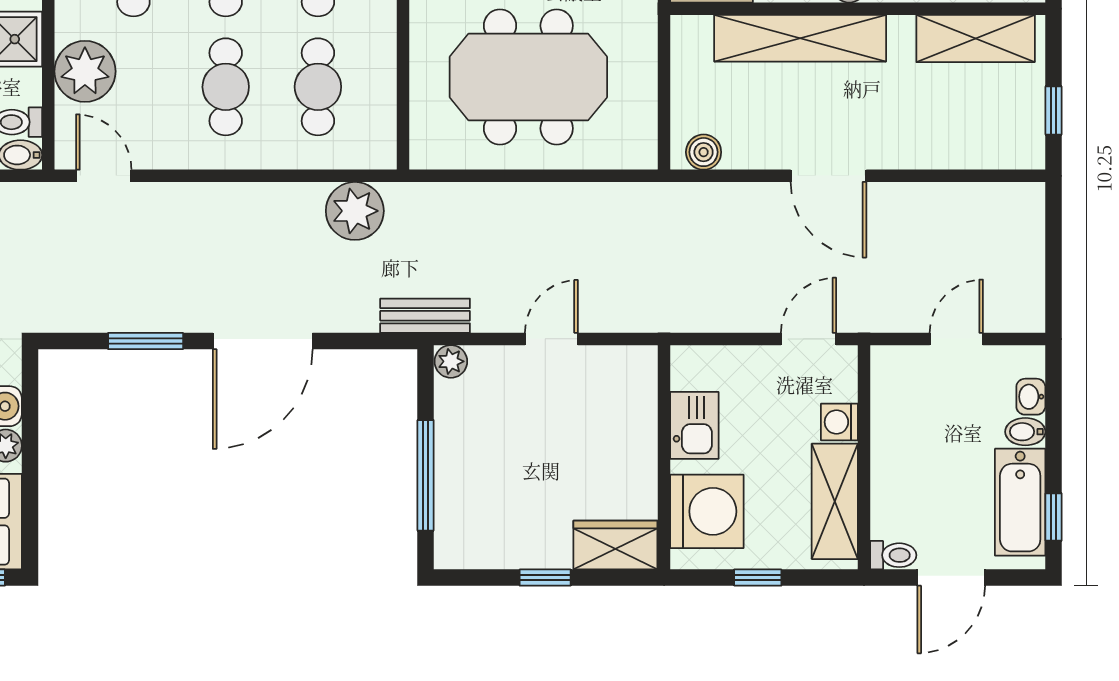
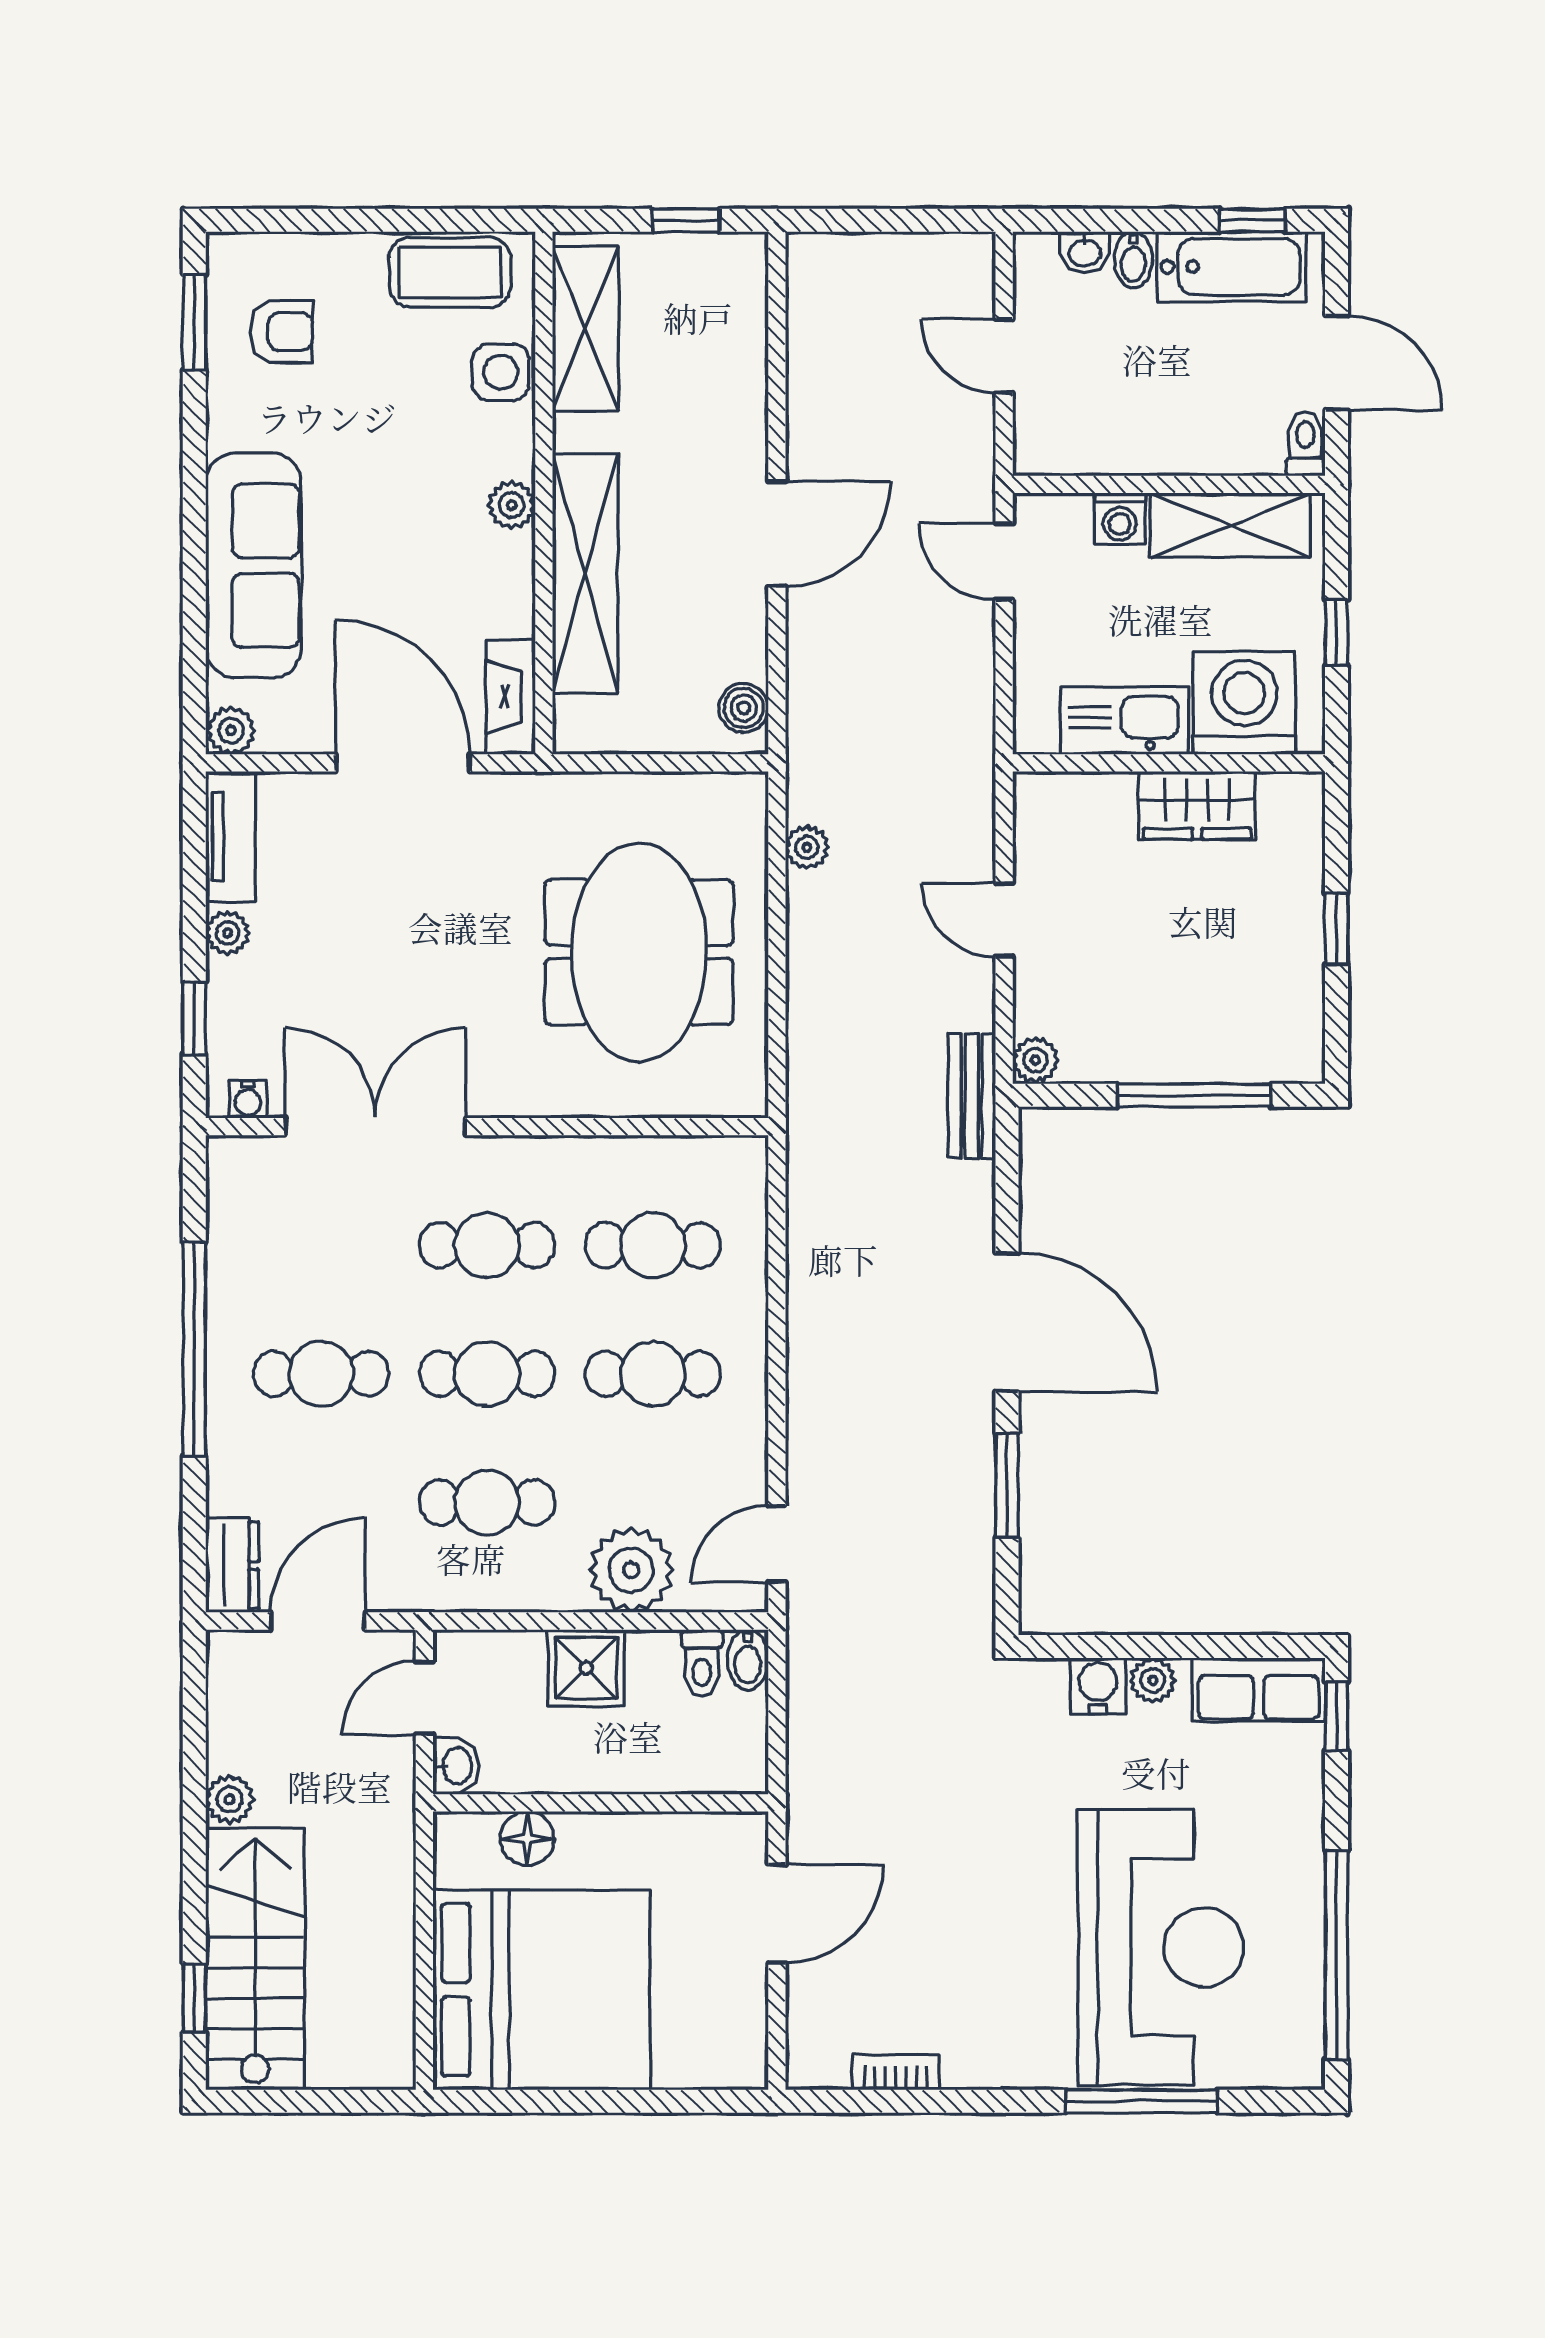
plant: (355, 211) -> (807, 847), moved, width x0.53, depth x0.53
kitchen sink: (694, 425) -> (1125, 721), width x1.38
wardrobe: (615, 545) -> (1197, 805), moved, turned -90

